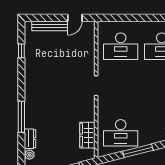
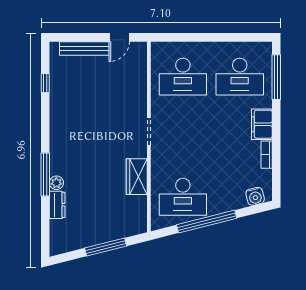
wardrobe: (87, 135) -> (137, 177), moved
window: (138, 151) -> (207, 222), width x1.46
plant: (29, 155) -> (56, 183), moved

